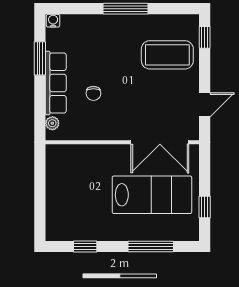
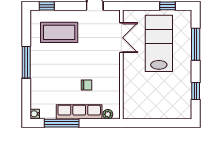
coffee table: (167, 55) -> (59, 32), turned 90
window: (40, 58) -> (62, 123), width x1.44
double door: (160, 142) -> (121, 38), width x0.73

